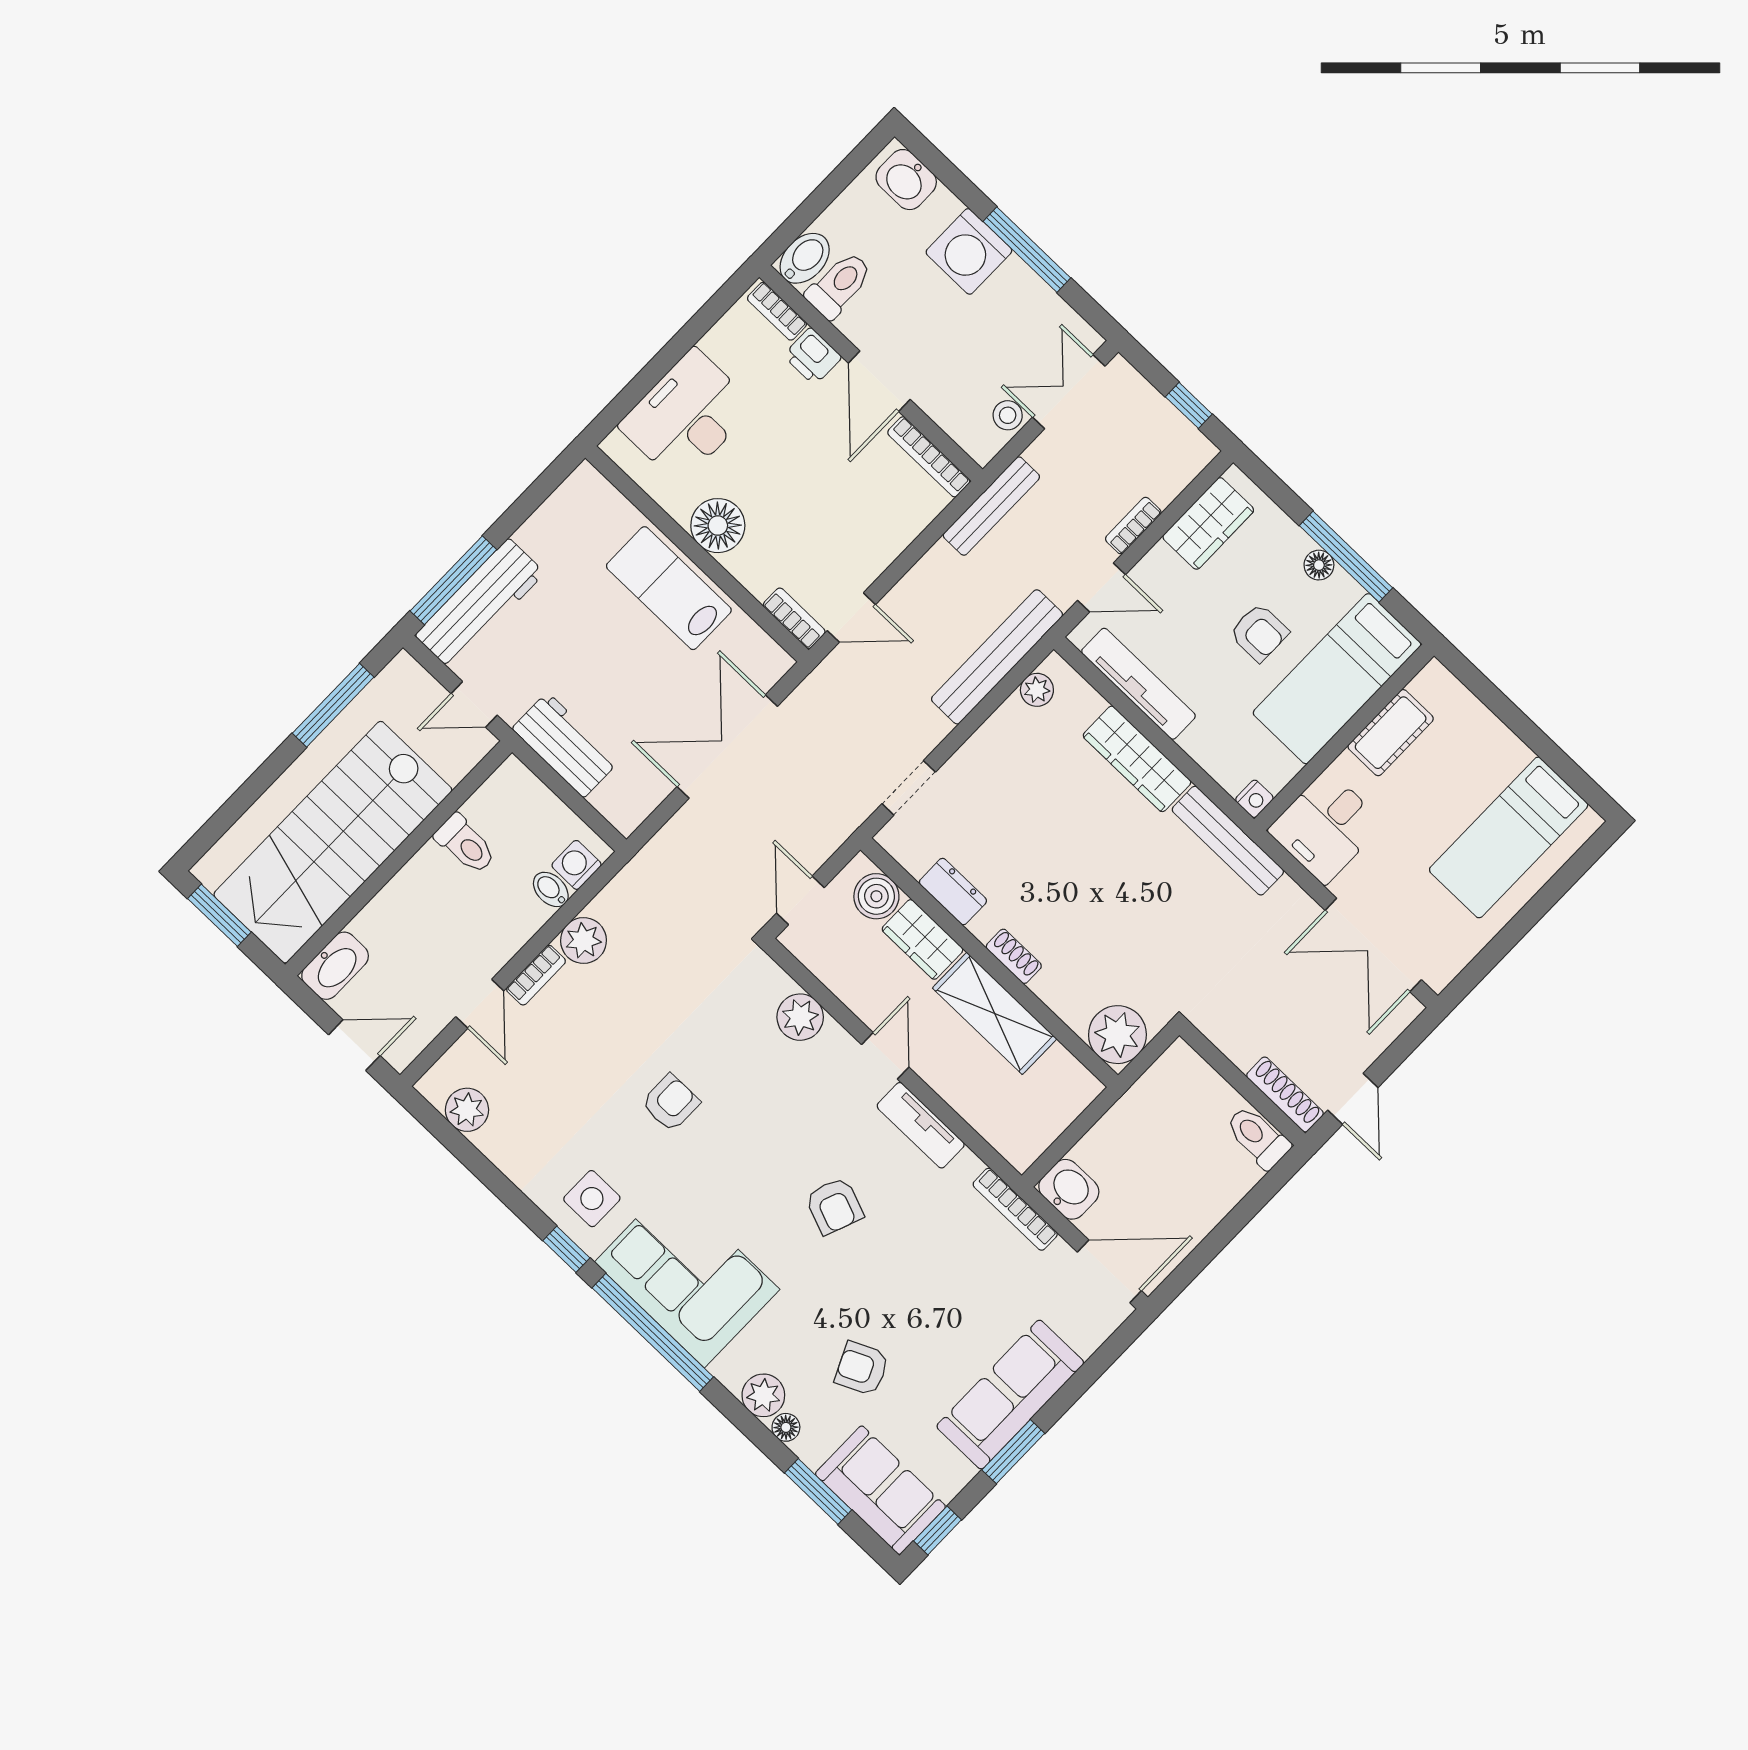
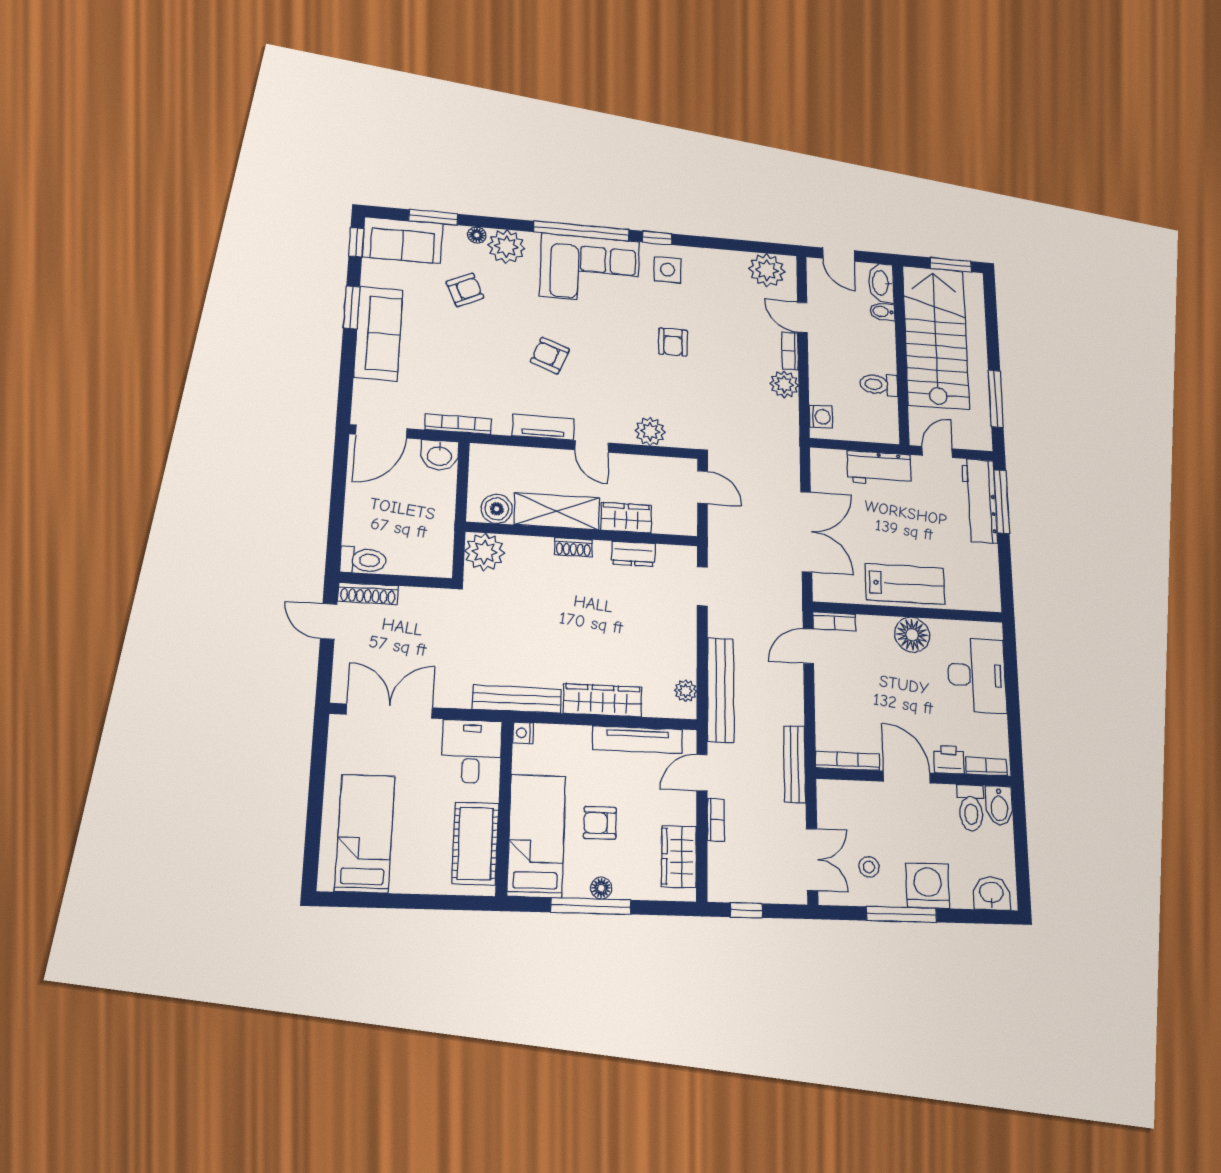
stool: (1008, 415) -> (869, 867), moved
cot: (1391, 733) -> (475, 843), width x1.37, depth x1.34
bidet: (551, 889) -> (882, 312), moved, turned 180
boiler: (876, 896) -> (497, 509), moved
door: (354, 1045) -> (839, 255), hinge flipped
plant: (467, 1110) -> (767, 270), width x1.36, depth x1.36
plant: (763, 1395) -> (506, 247), width x1.36, depth x1.36

